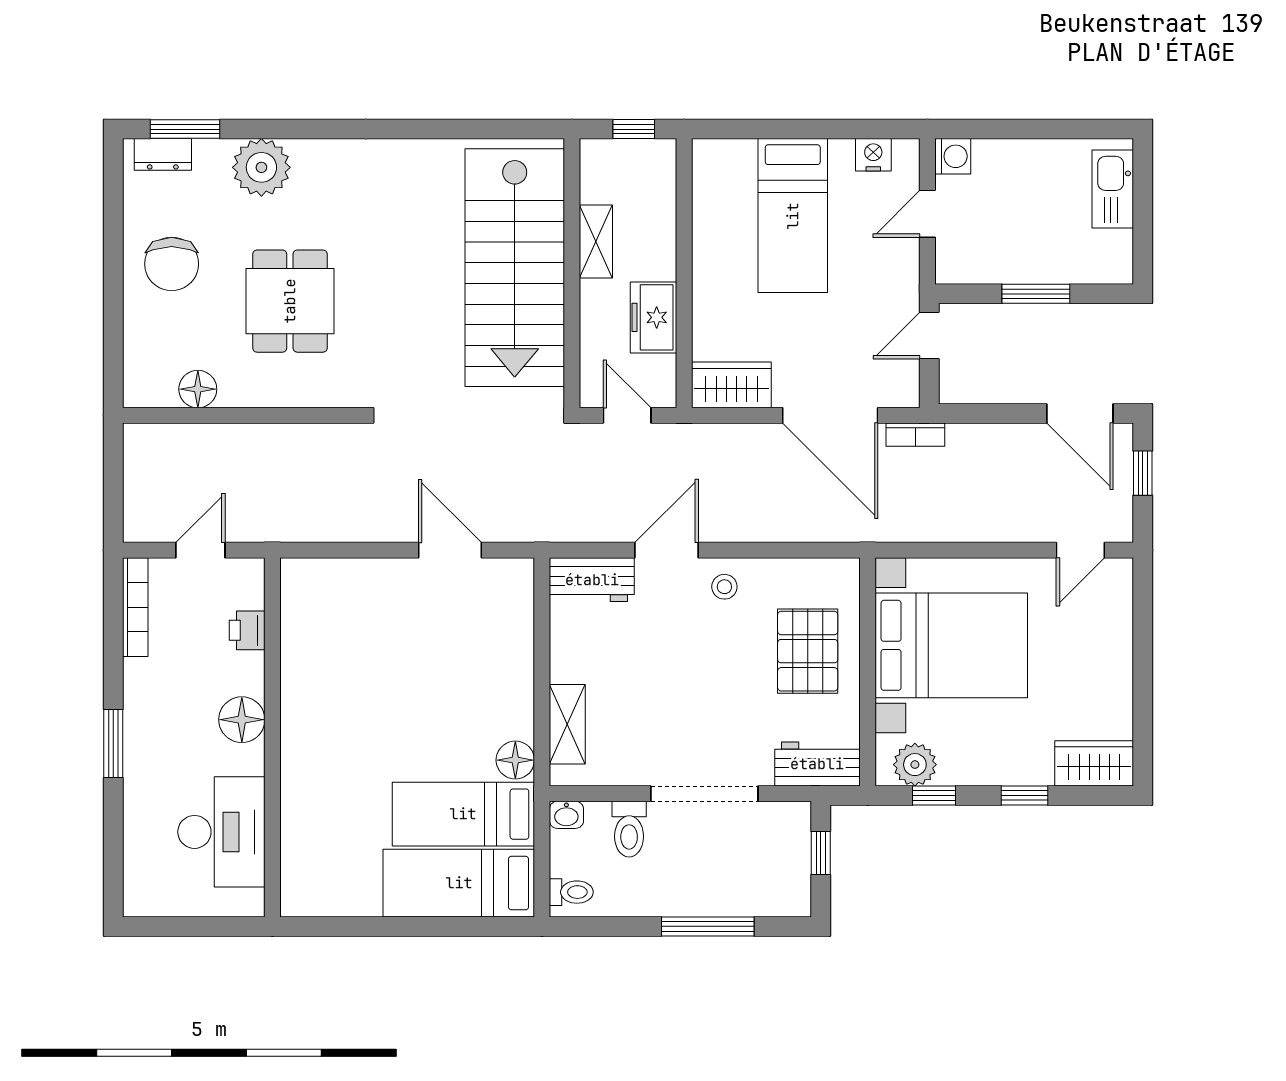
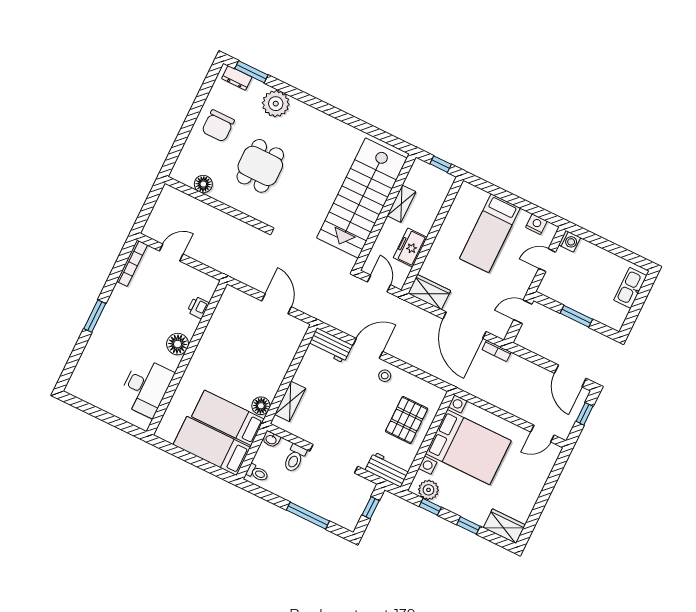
printer: (247, 630) -> (198, 307), moved
floor lamp: (242, 720) -> (178, 344), moved
wall: (272, 737) -> (187, 358), moved
desk: (221, 832) -> (146, 387), moved

